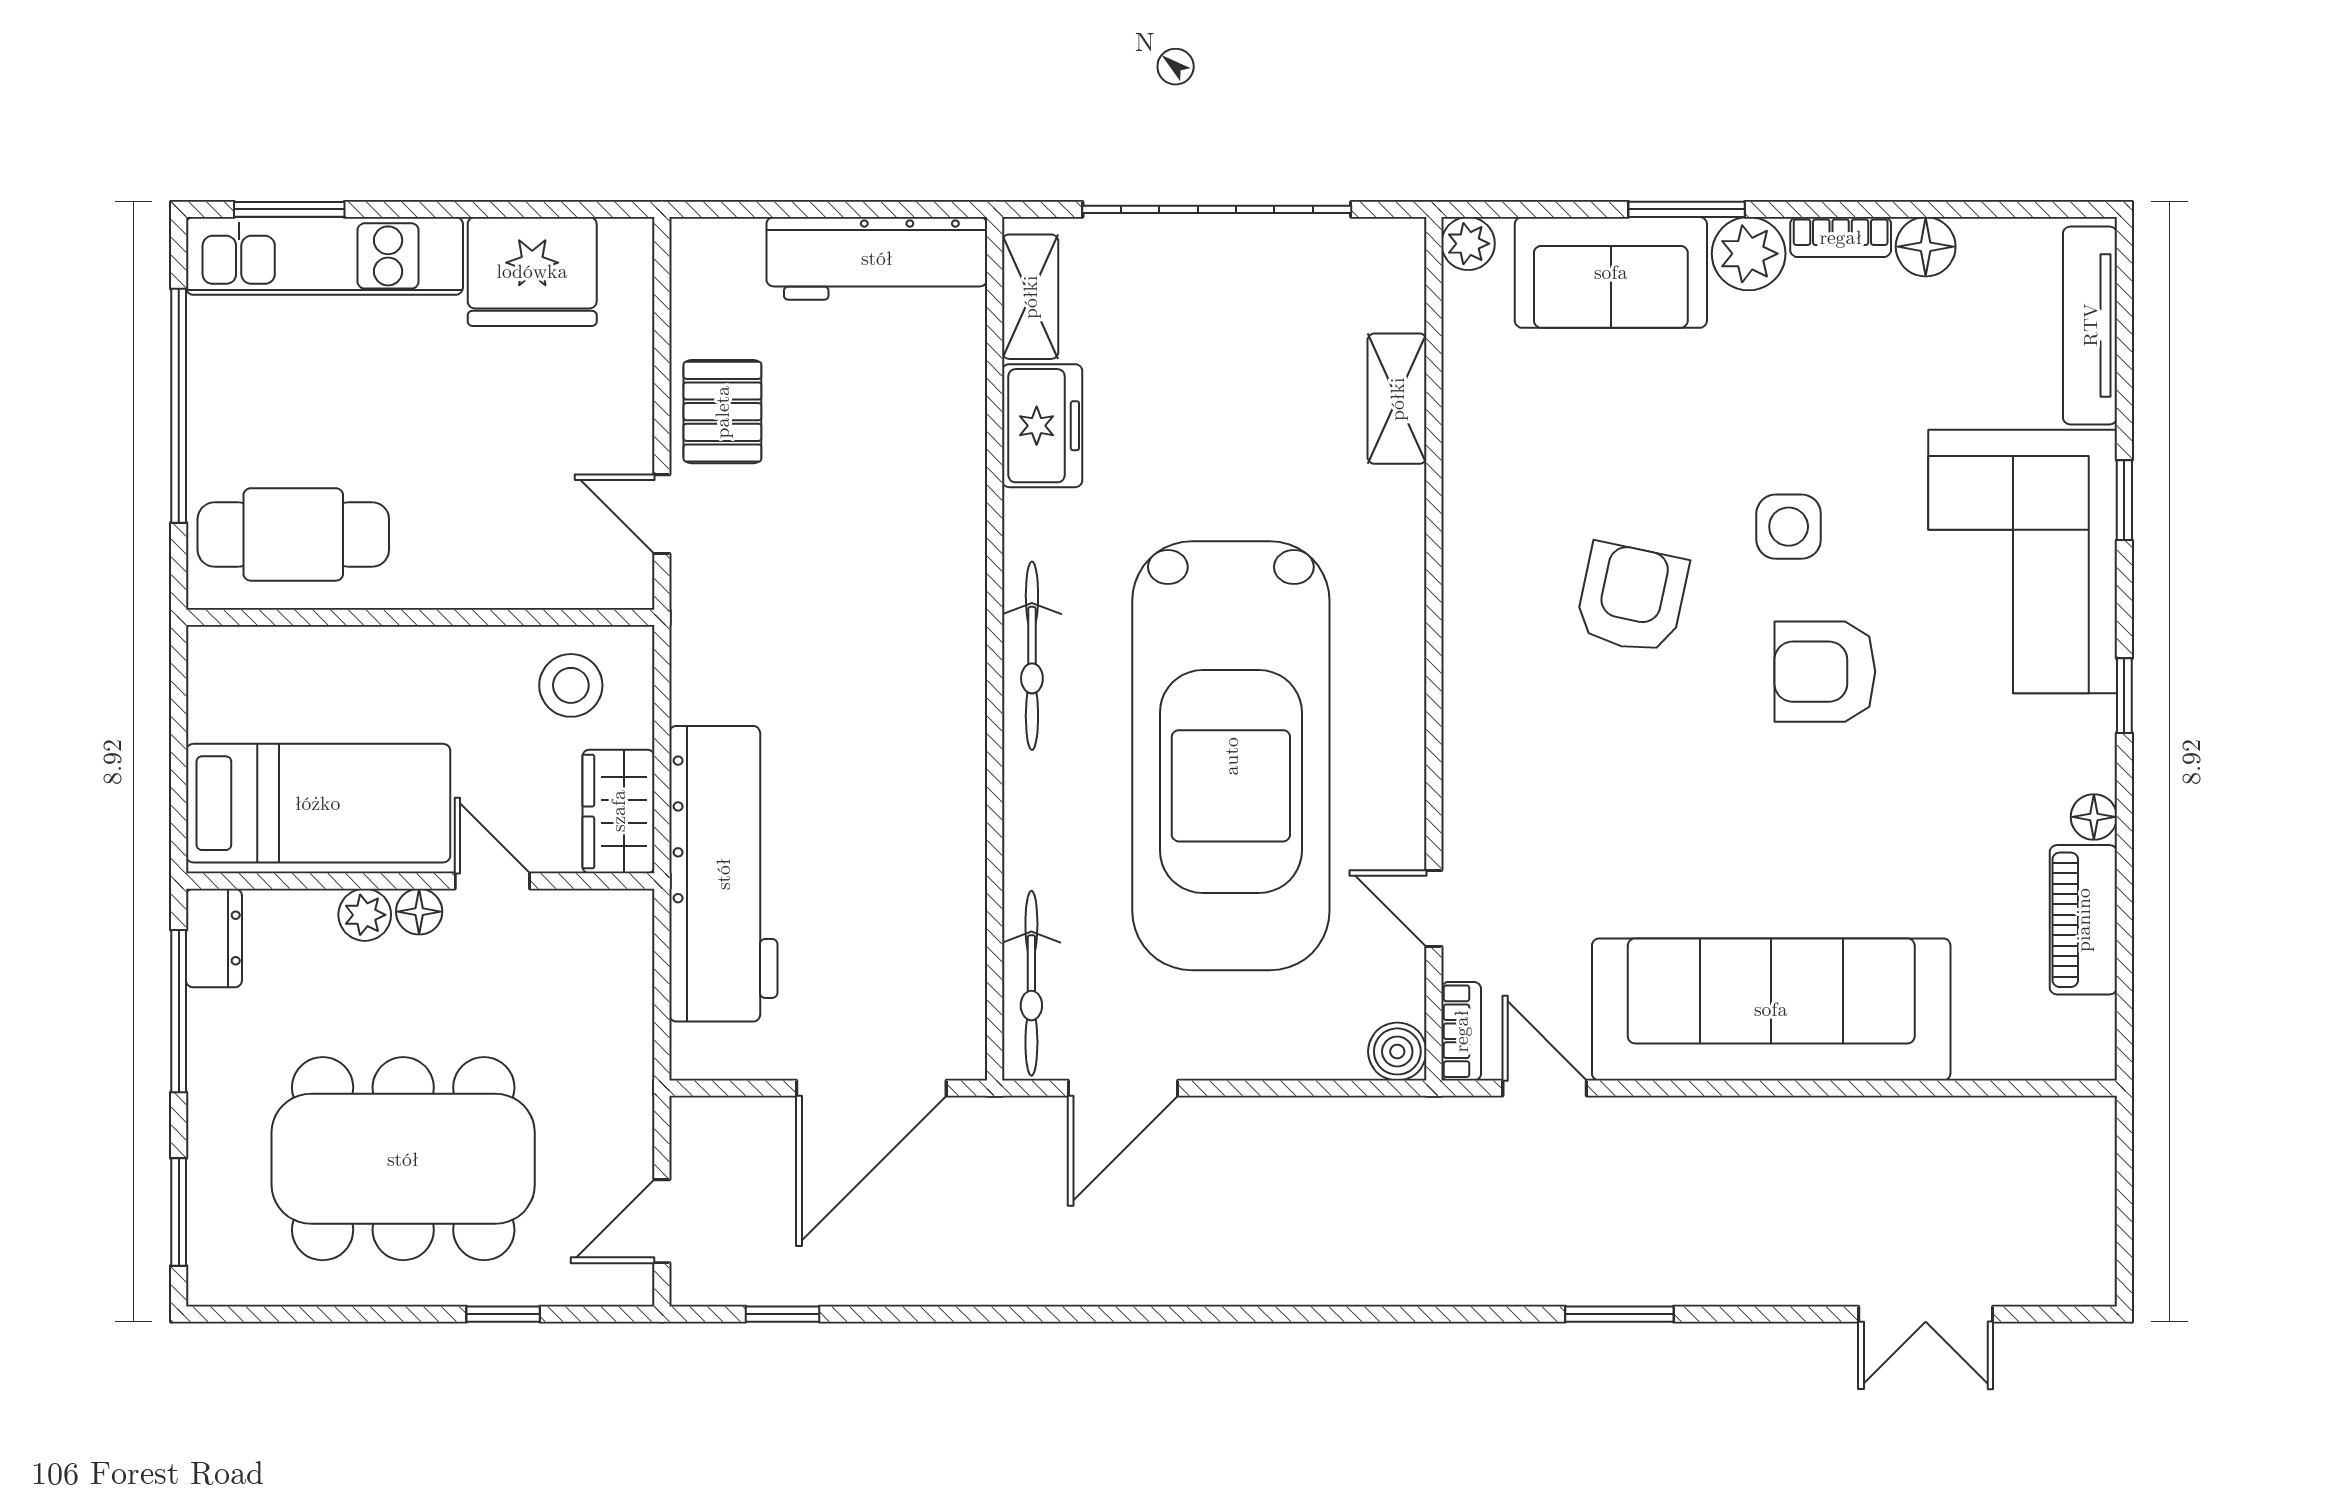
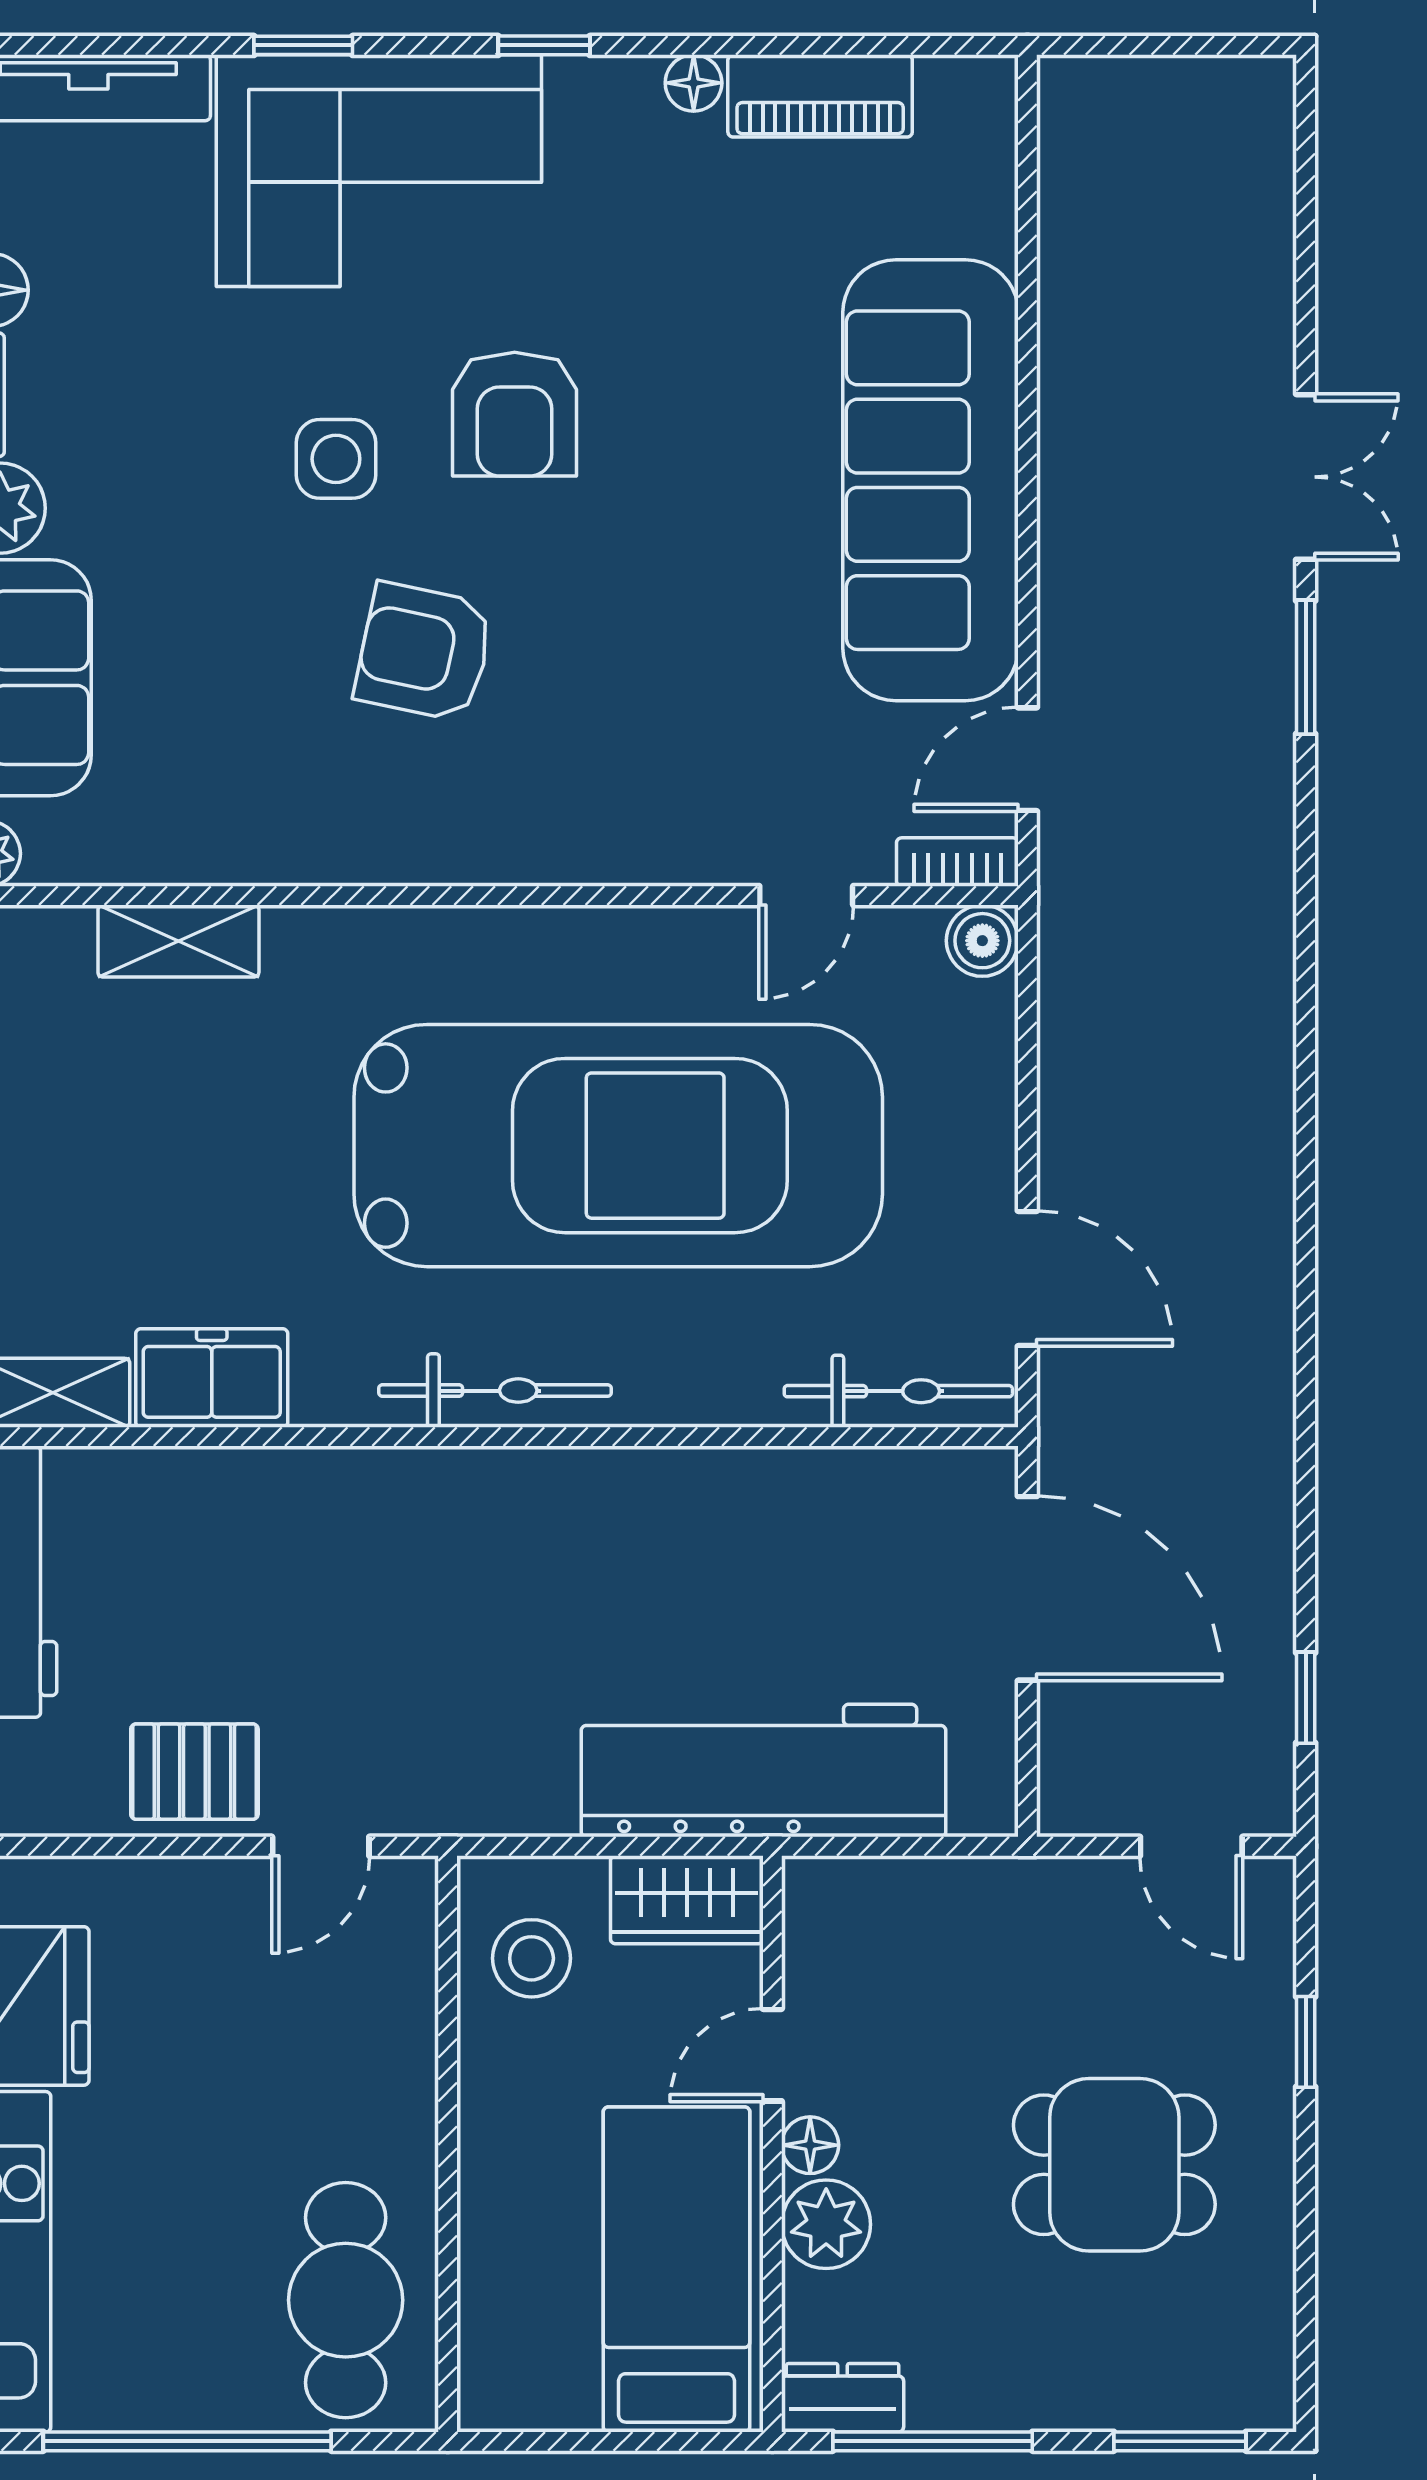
plant: (365, 915) -> (826, 2224), width x1.38, depth x1.38
dining table: (403, 1159) -> (1114, 2165), width x0.53, depth x0.80
double door: (1926, 1314) -> (1306, 477), moved

